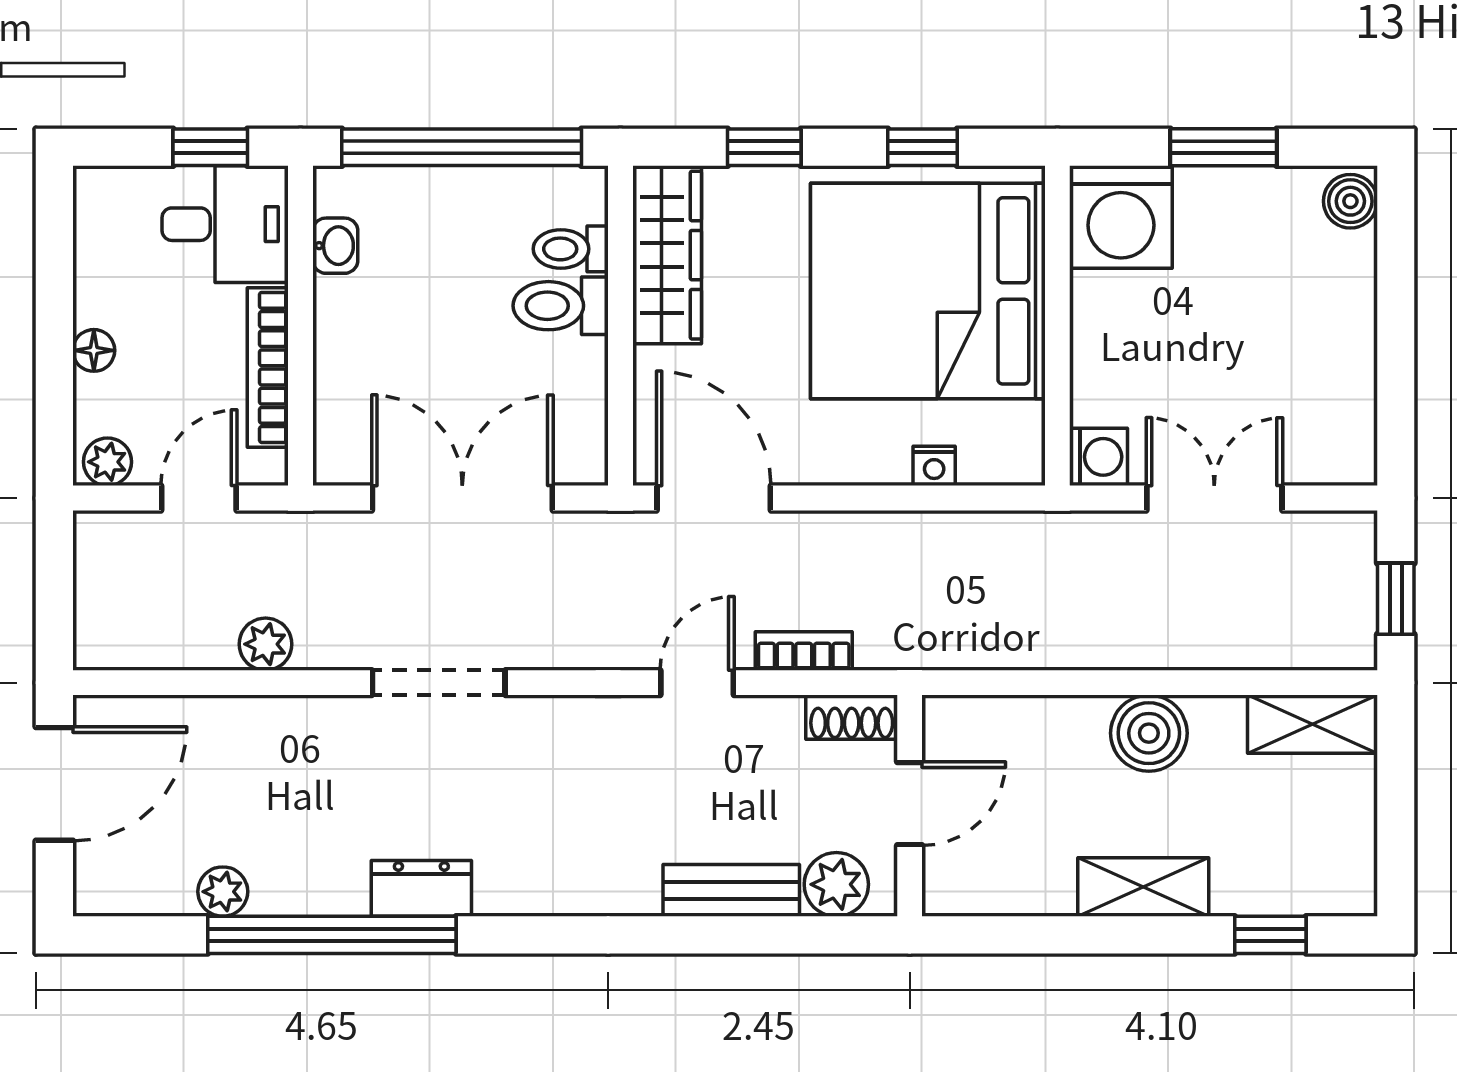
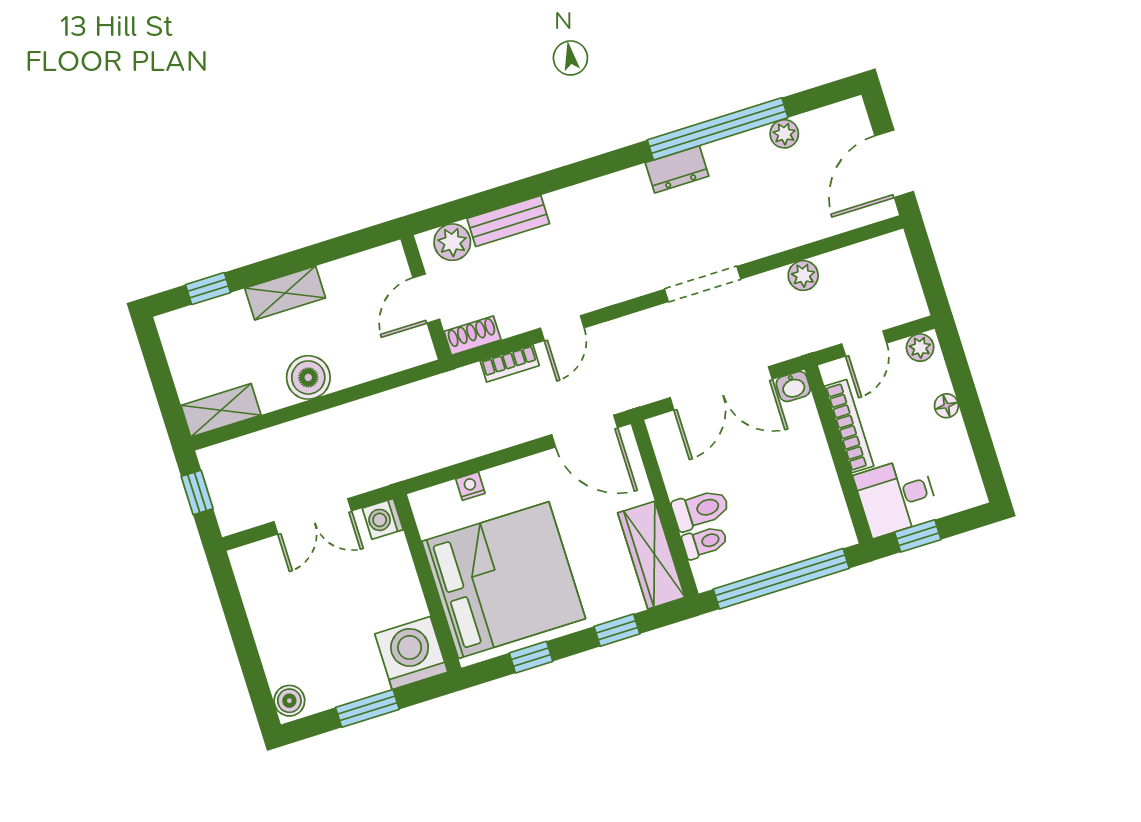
washbasin: (335, 246) -> (793, 386), moved, turned -90

